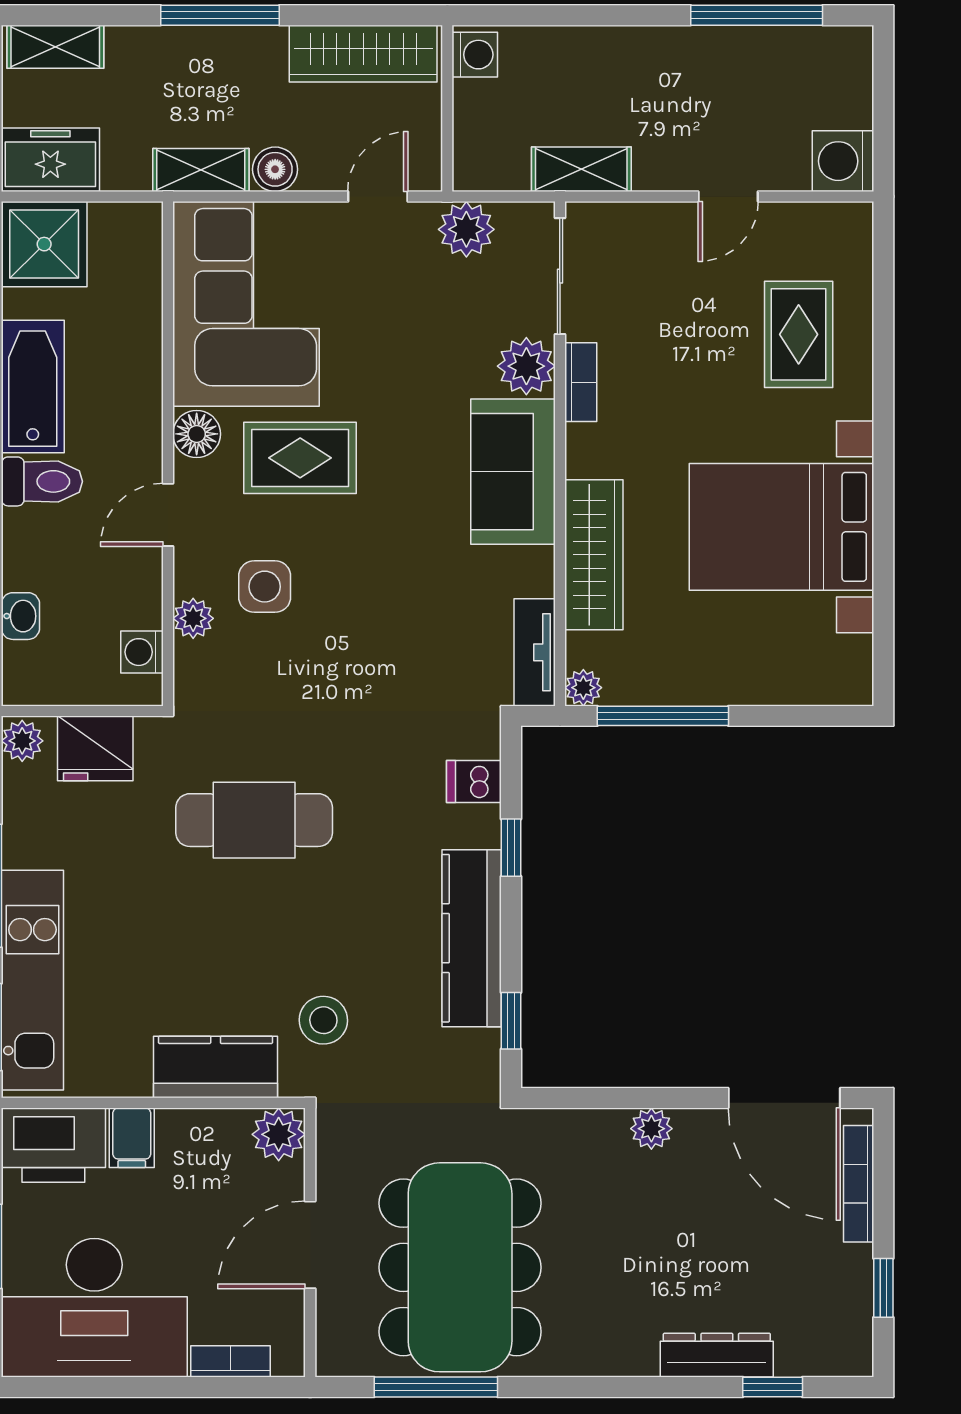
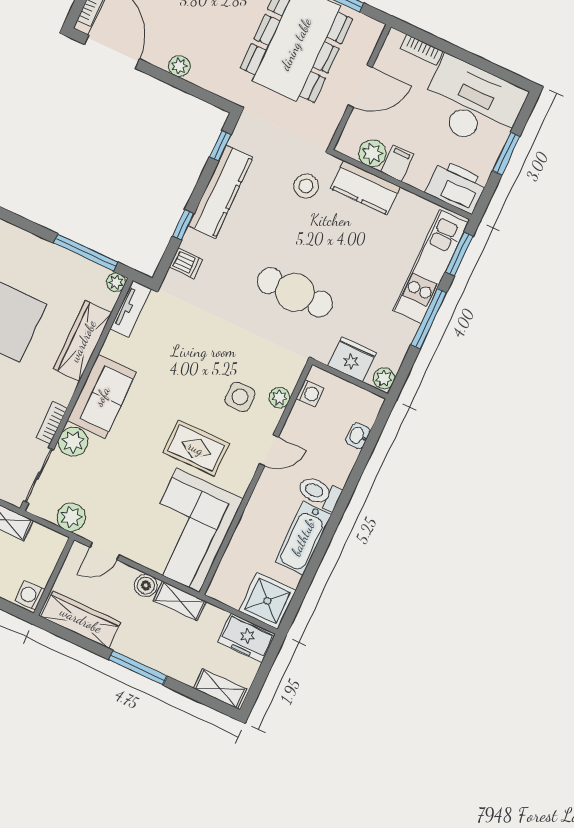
floor lamp: (197, 434) -> (238, 481), removed
plant: (279, 1134) -> (372, 153), moved
filing cabinet: (132, 1138) -> (397, 163), moved

